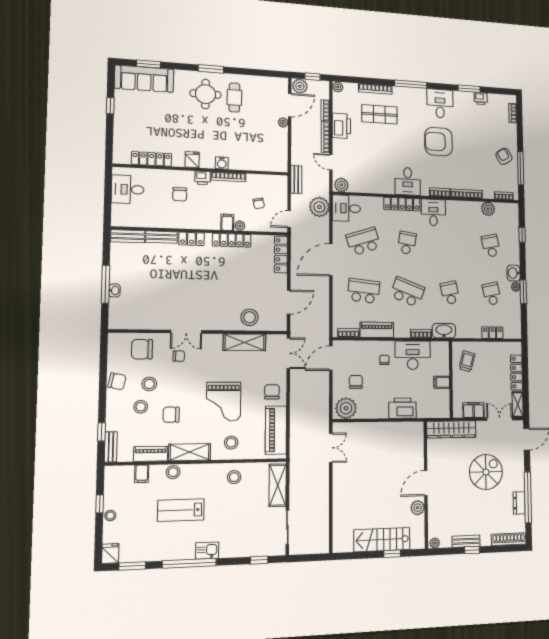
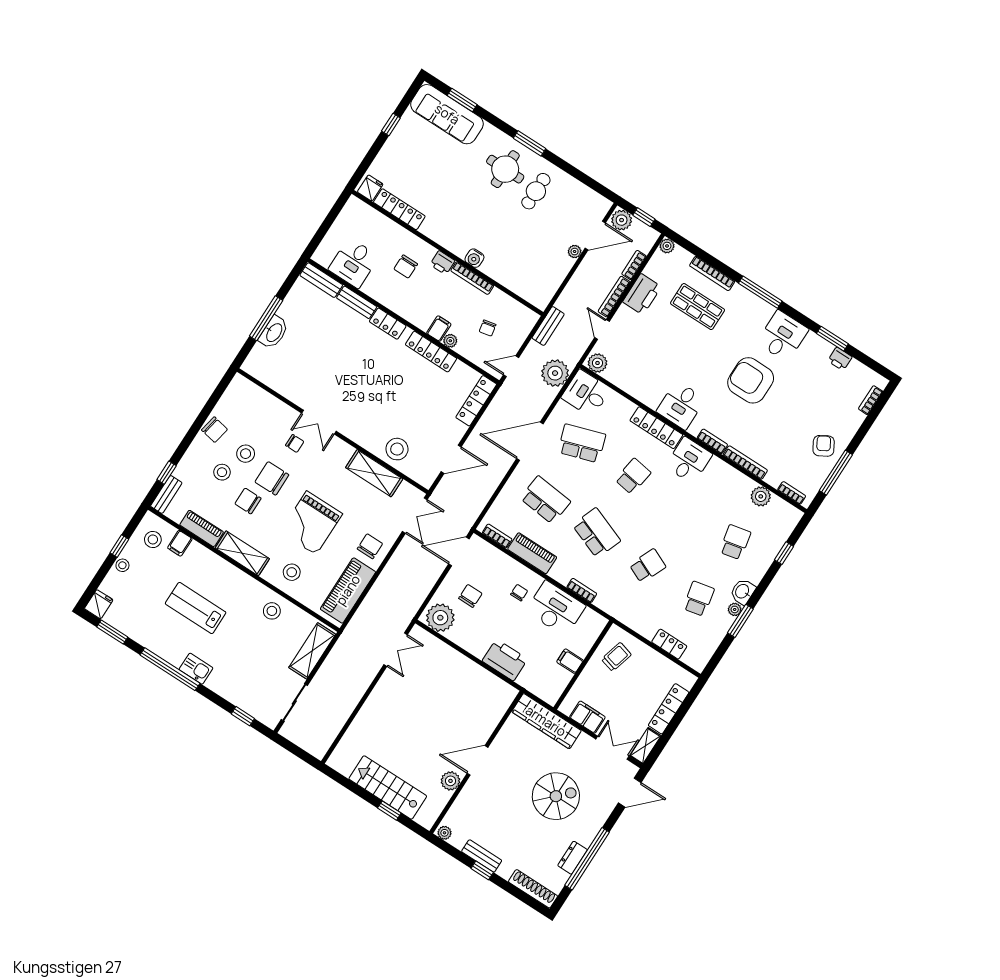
fridge: (192, 160) -> (370, 188), moved
desk: (128, 189) -> (354, 263), moved, turned -90
washbasin: (114, 290) -> (274, 332), width x1.91, depth x1.45
school desk: (450, 293) -> (648, 566), turned 36
washbasin: (444, 331) -> (611, 604), removed
chair: (142, 349) -> (272, 478), moved
stool: (173, 472) -> (153, 539), moved

